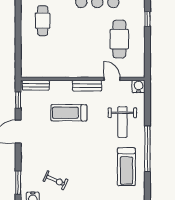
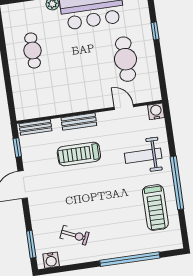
bench: (87, 86) -> (79, 122), moved
weight bench: (122, 122) -> (143, 156), turned 90

